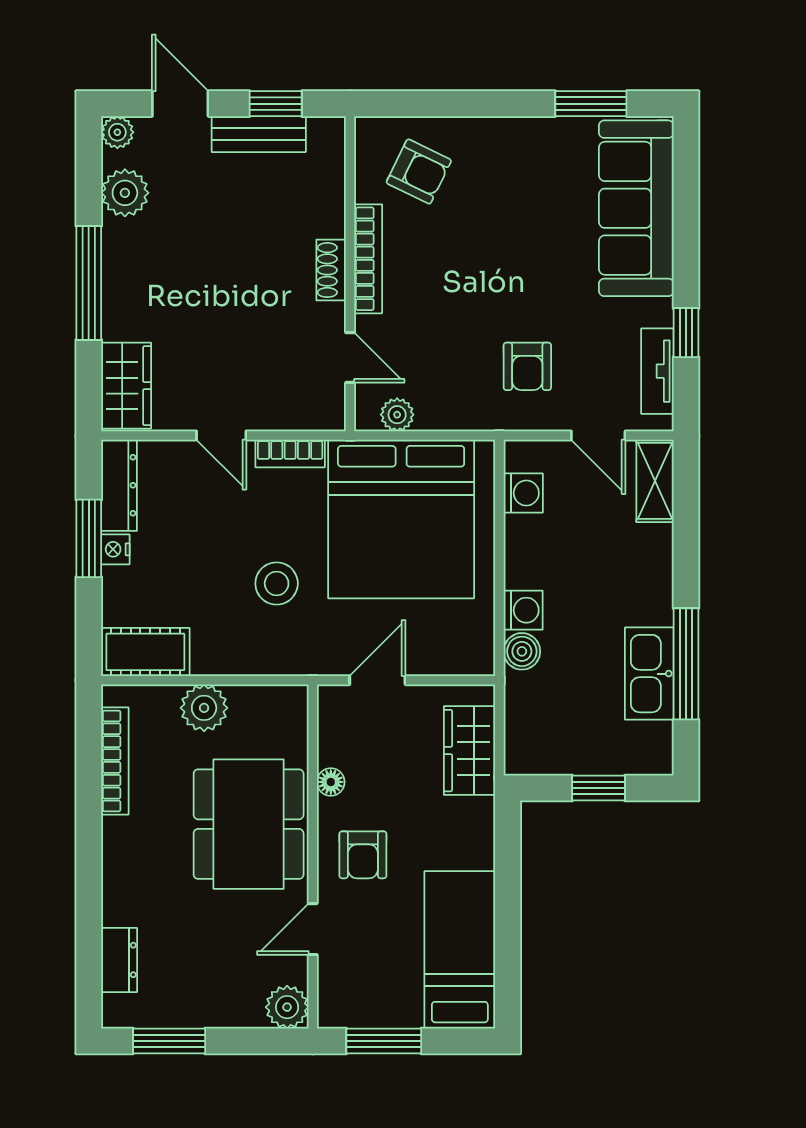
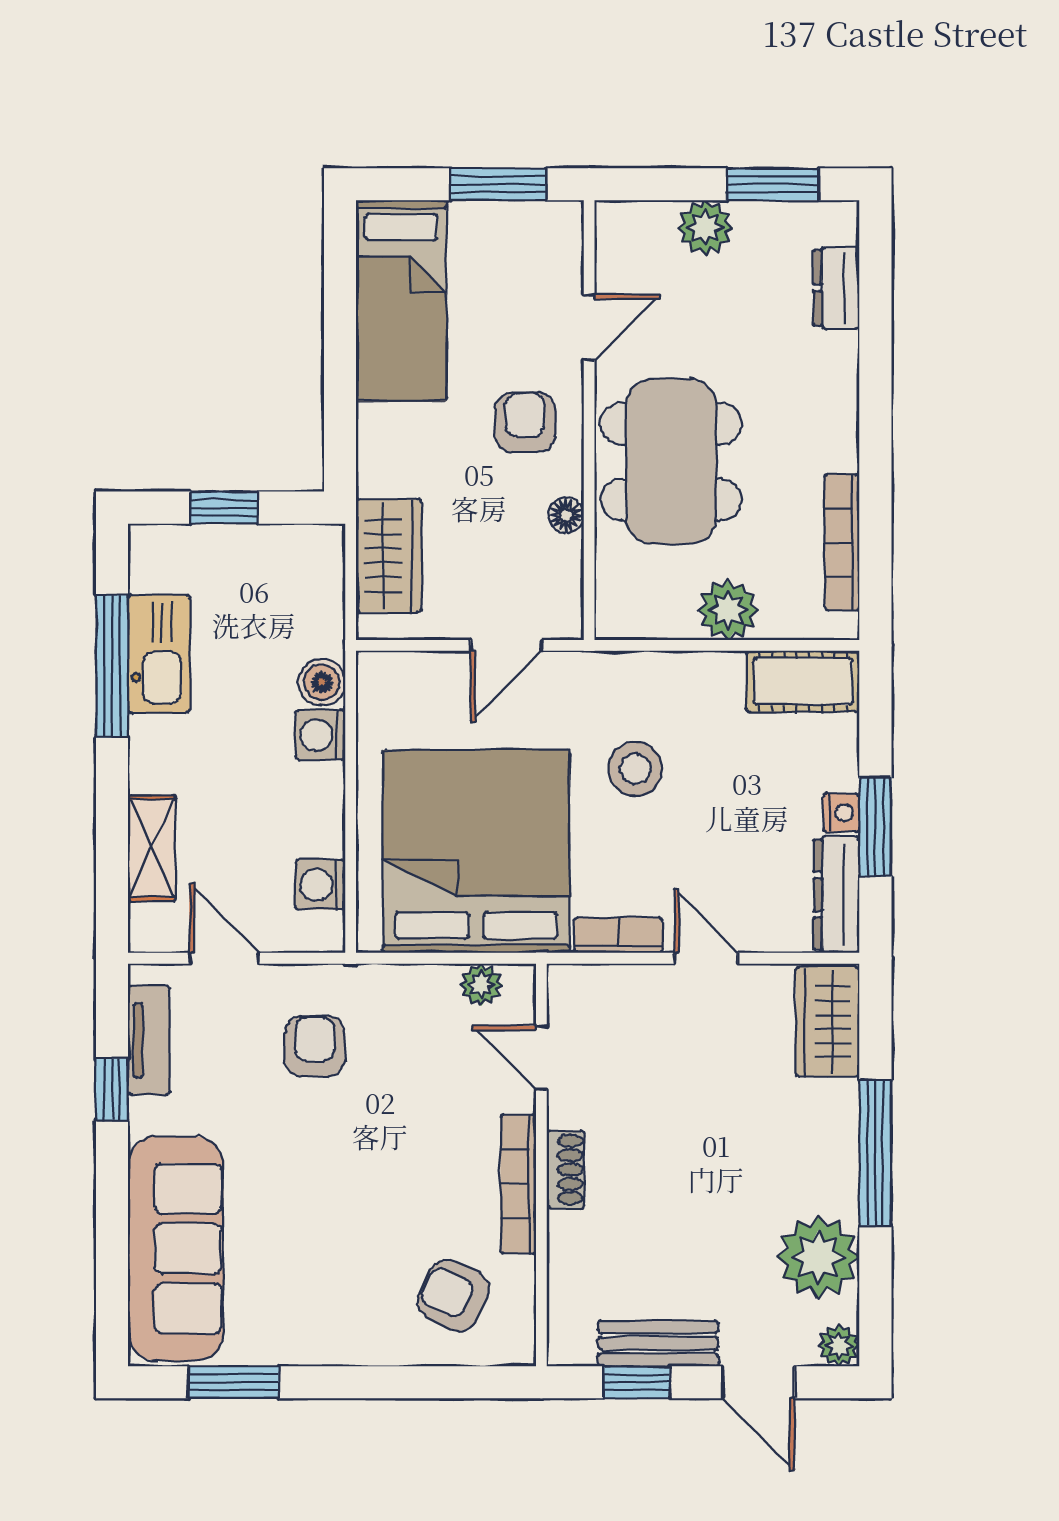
plant: (125, 193) -> (818, 1257), width x1.36, depth x1.36
shelving: (655, 481) -> (152, 848), moved
plant: (287, 1007) -> (705, 228), moved

